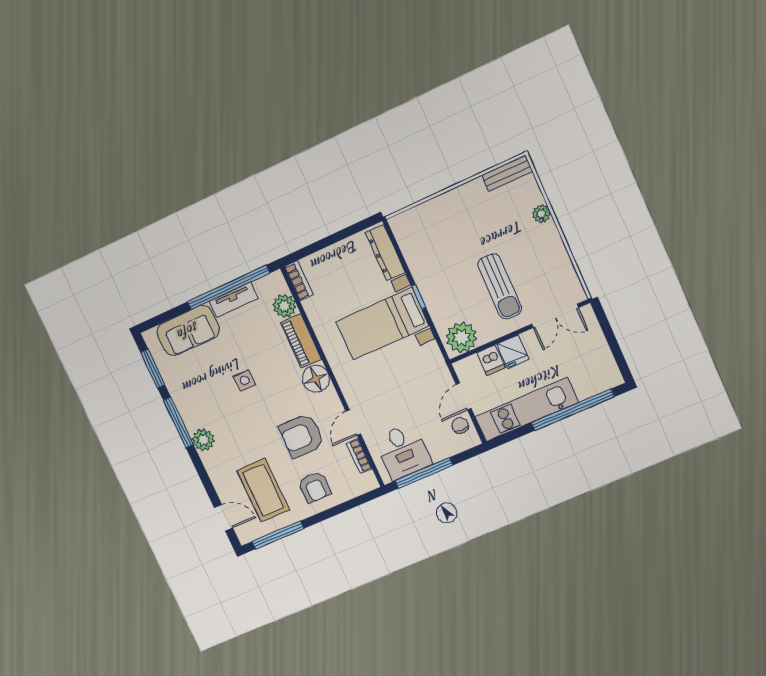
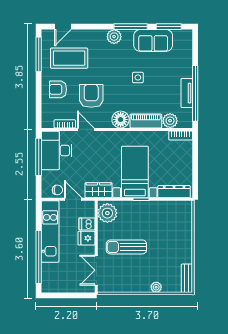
sofa: (188, 331) -> (153, 40), moved, turned -90
wardrobe: (433, 365) -> (99, 190), added
desk: (403, 451) -> (57, 150), width x1.37

